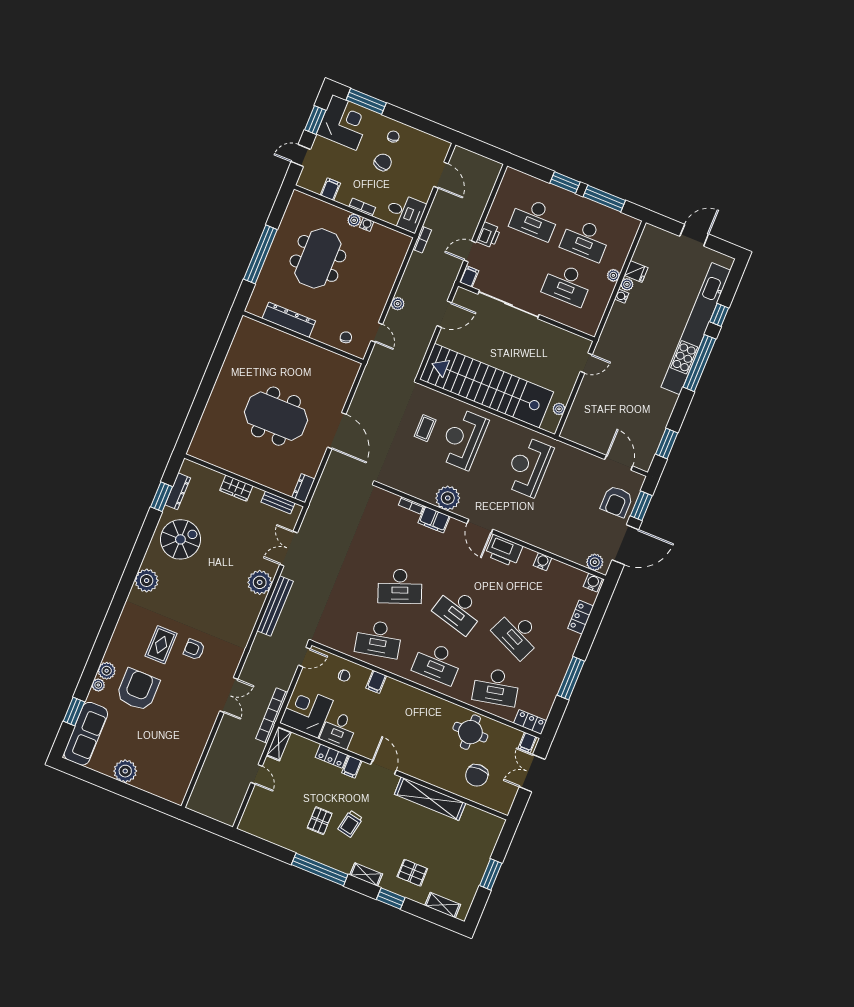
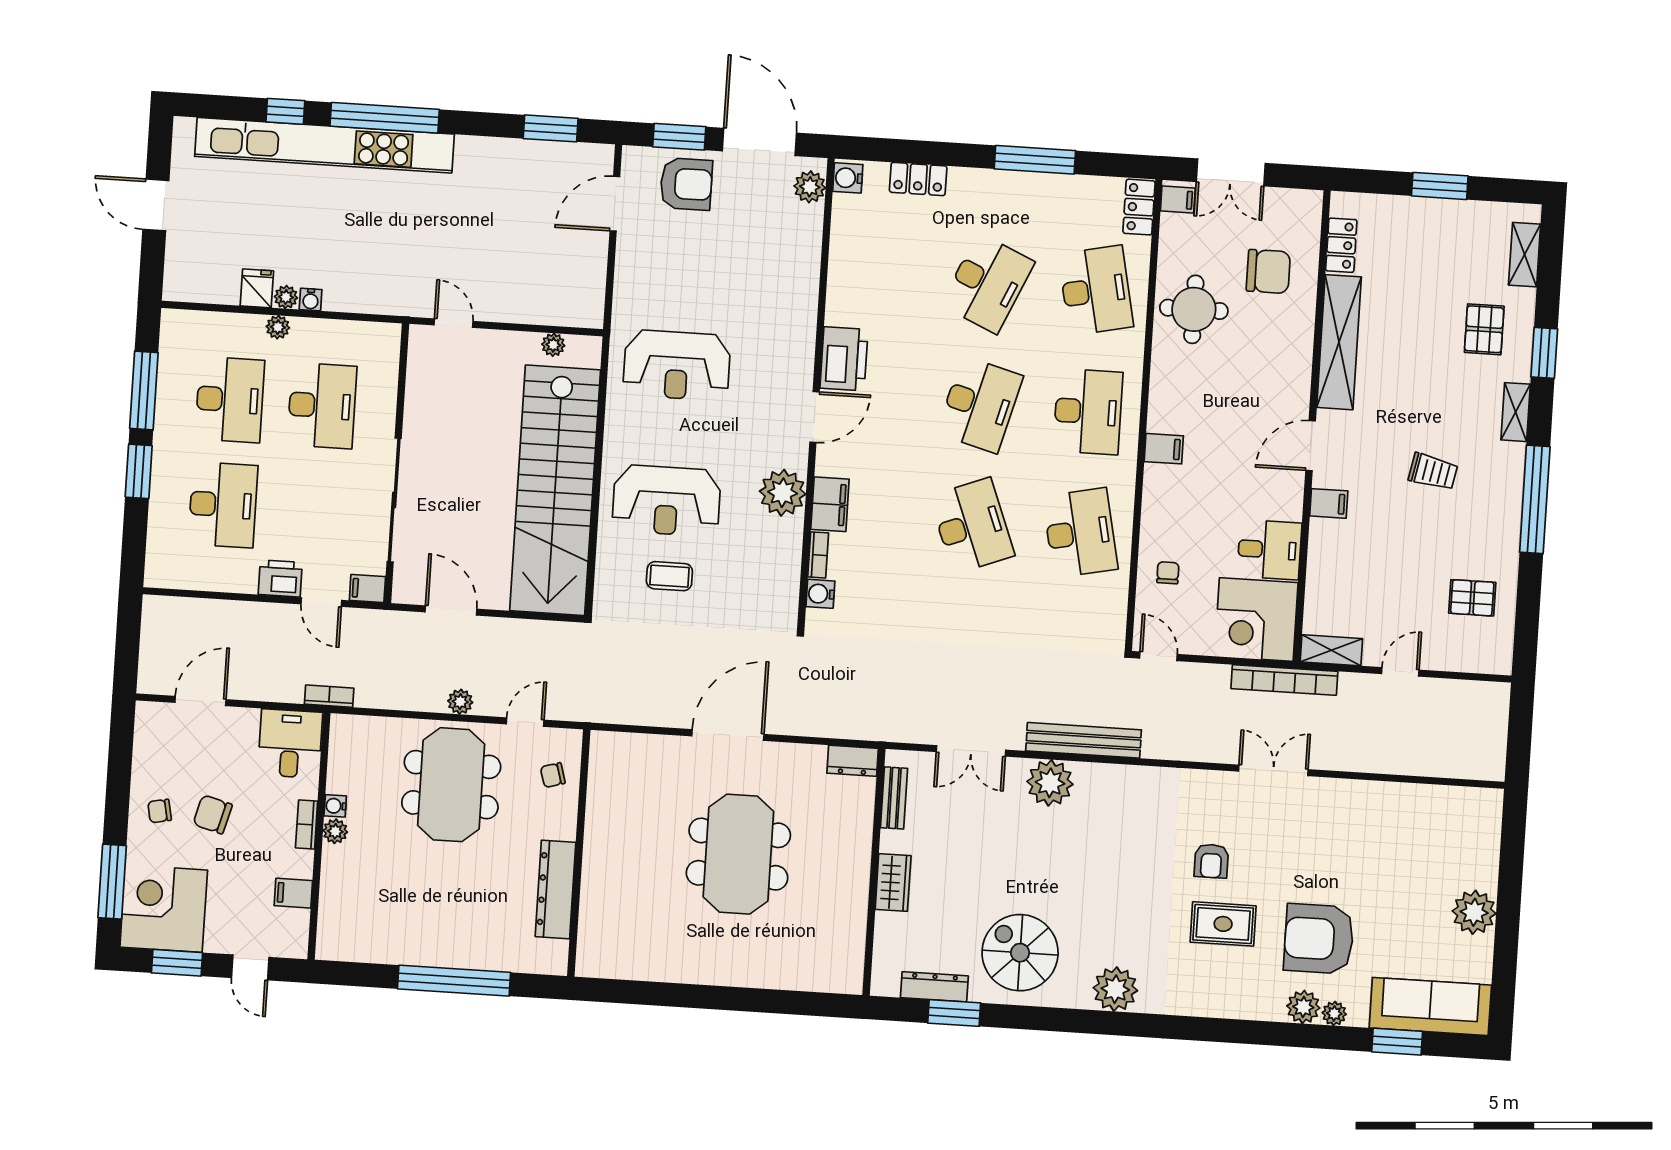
meeting table: (318, 258) -> (451, 785), moved, turned 90
water cooler: (542, 562) -> (820, 594), moved
filing cabinet: (376, 682) -> (1164, 449), moved
locker: (331, 756) -> (1341, 245), moved
pallet: (320, 821) -> (1472, 598), moved

